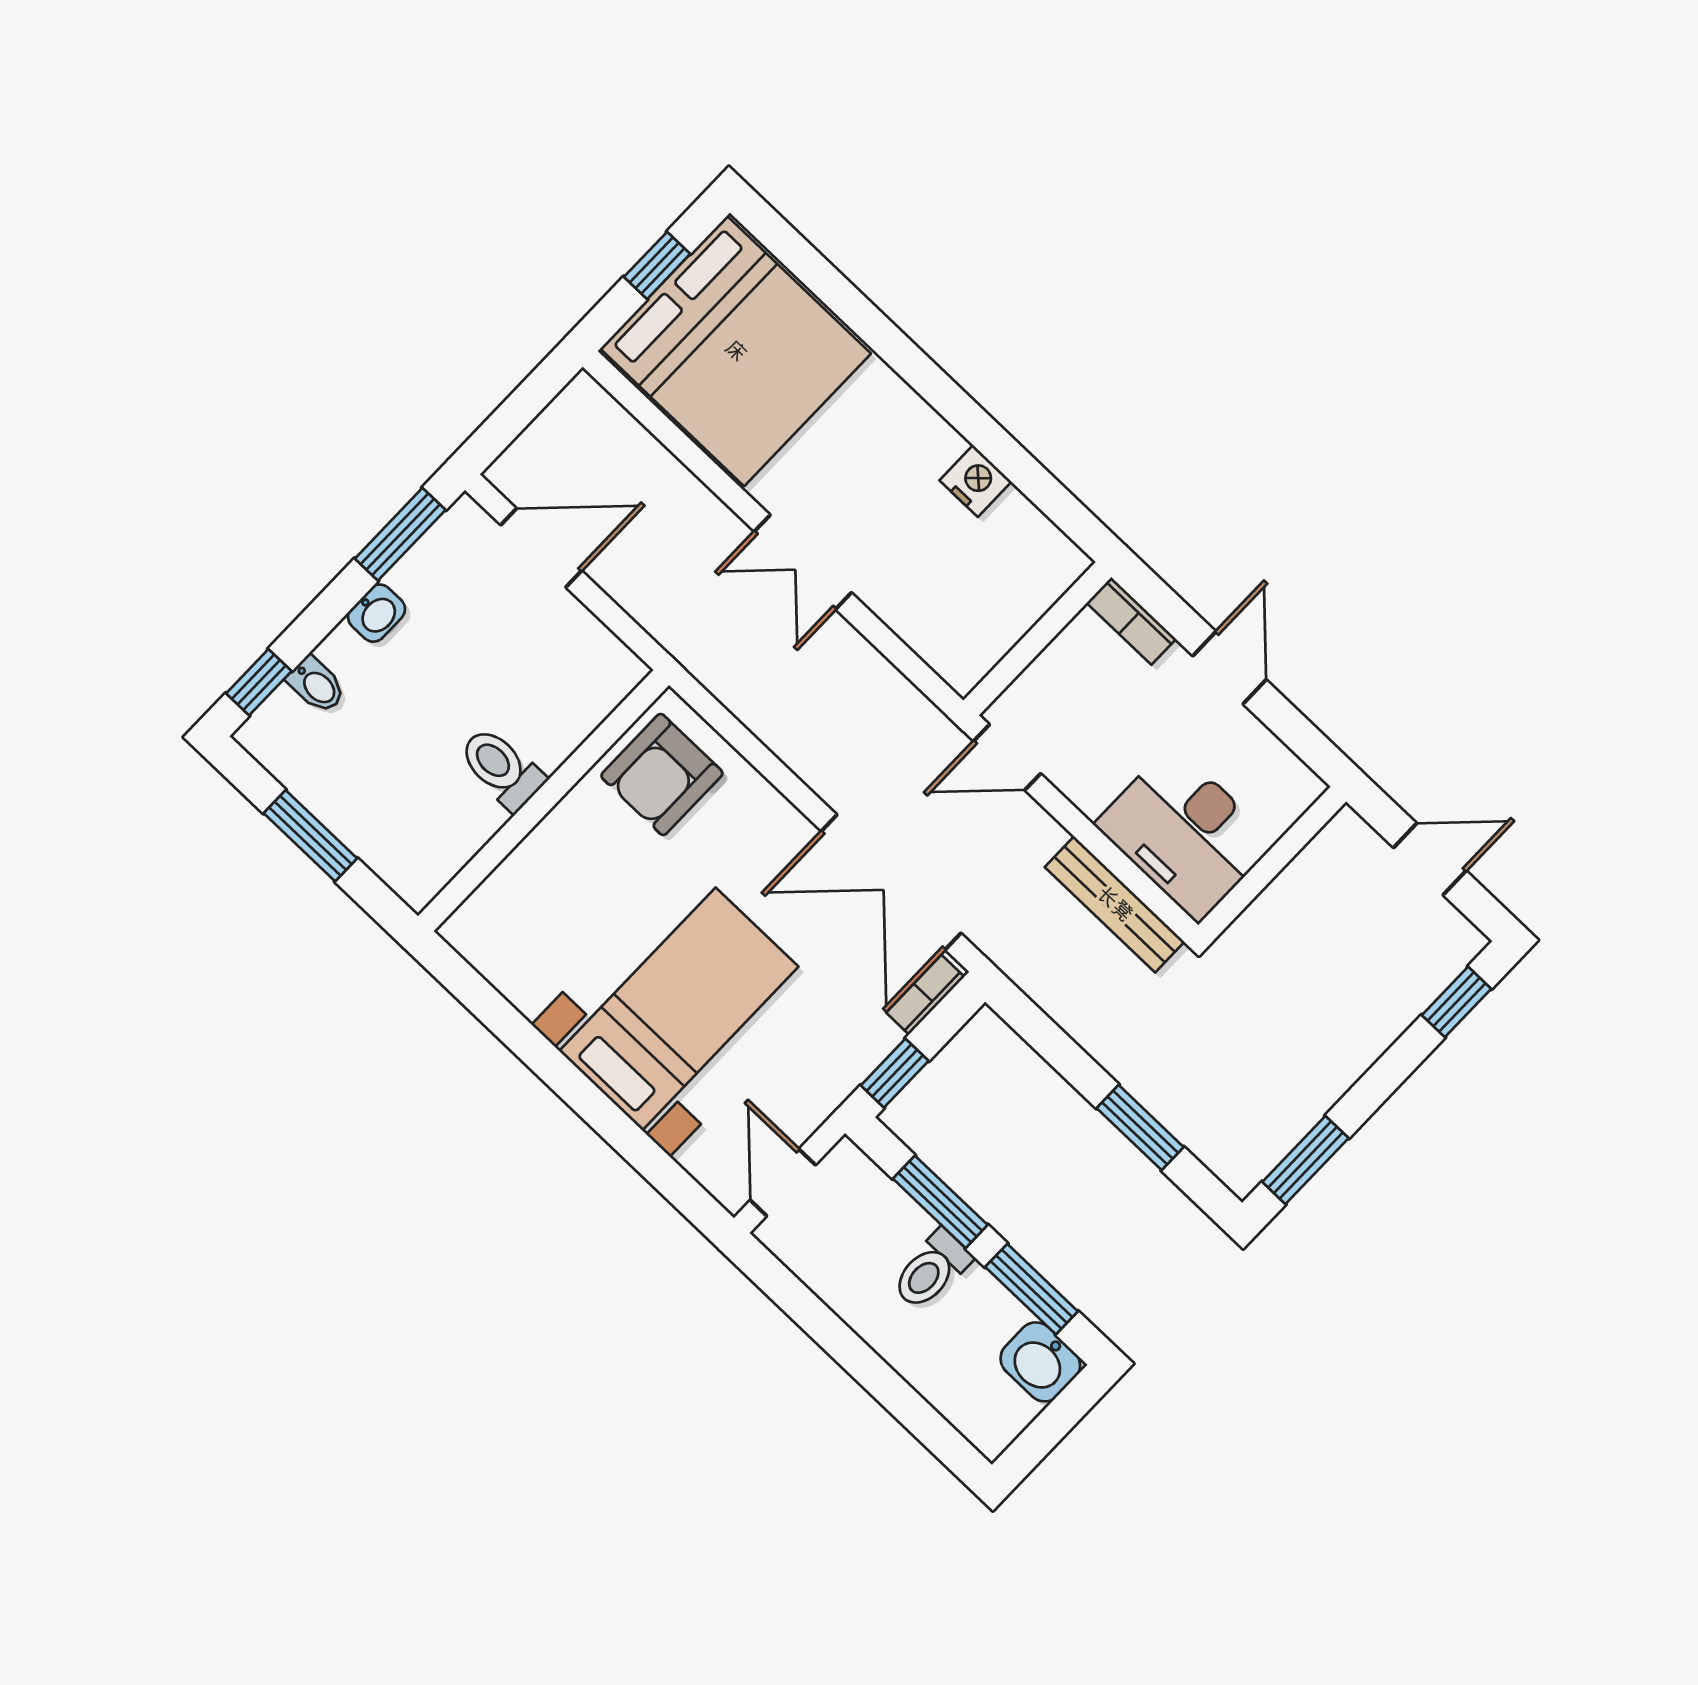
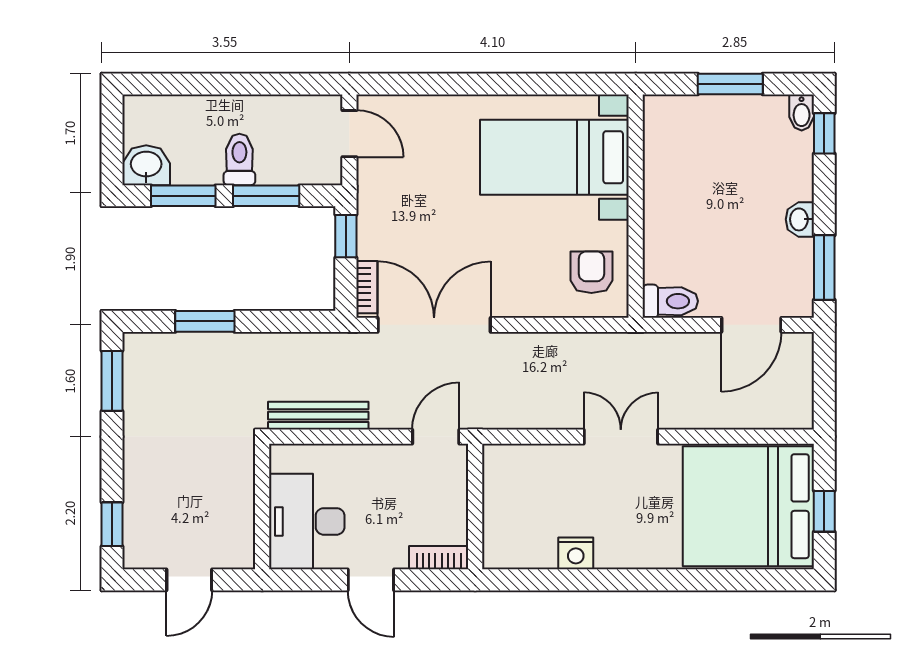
bidet: (316, 685) -> (802, 113), moved, turned -90
toilet: (501, 768) -> (670, 301), moved
armchair: (662, 774) -> (591, 272), width x0.72, depth x0.72
desk: (1185, 833) -> (307, 521), moved, turned -90
bed with nightstands: (679, 1009) -> (554, 157), moved, turned 90

